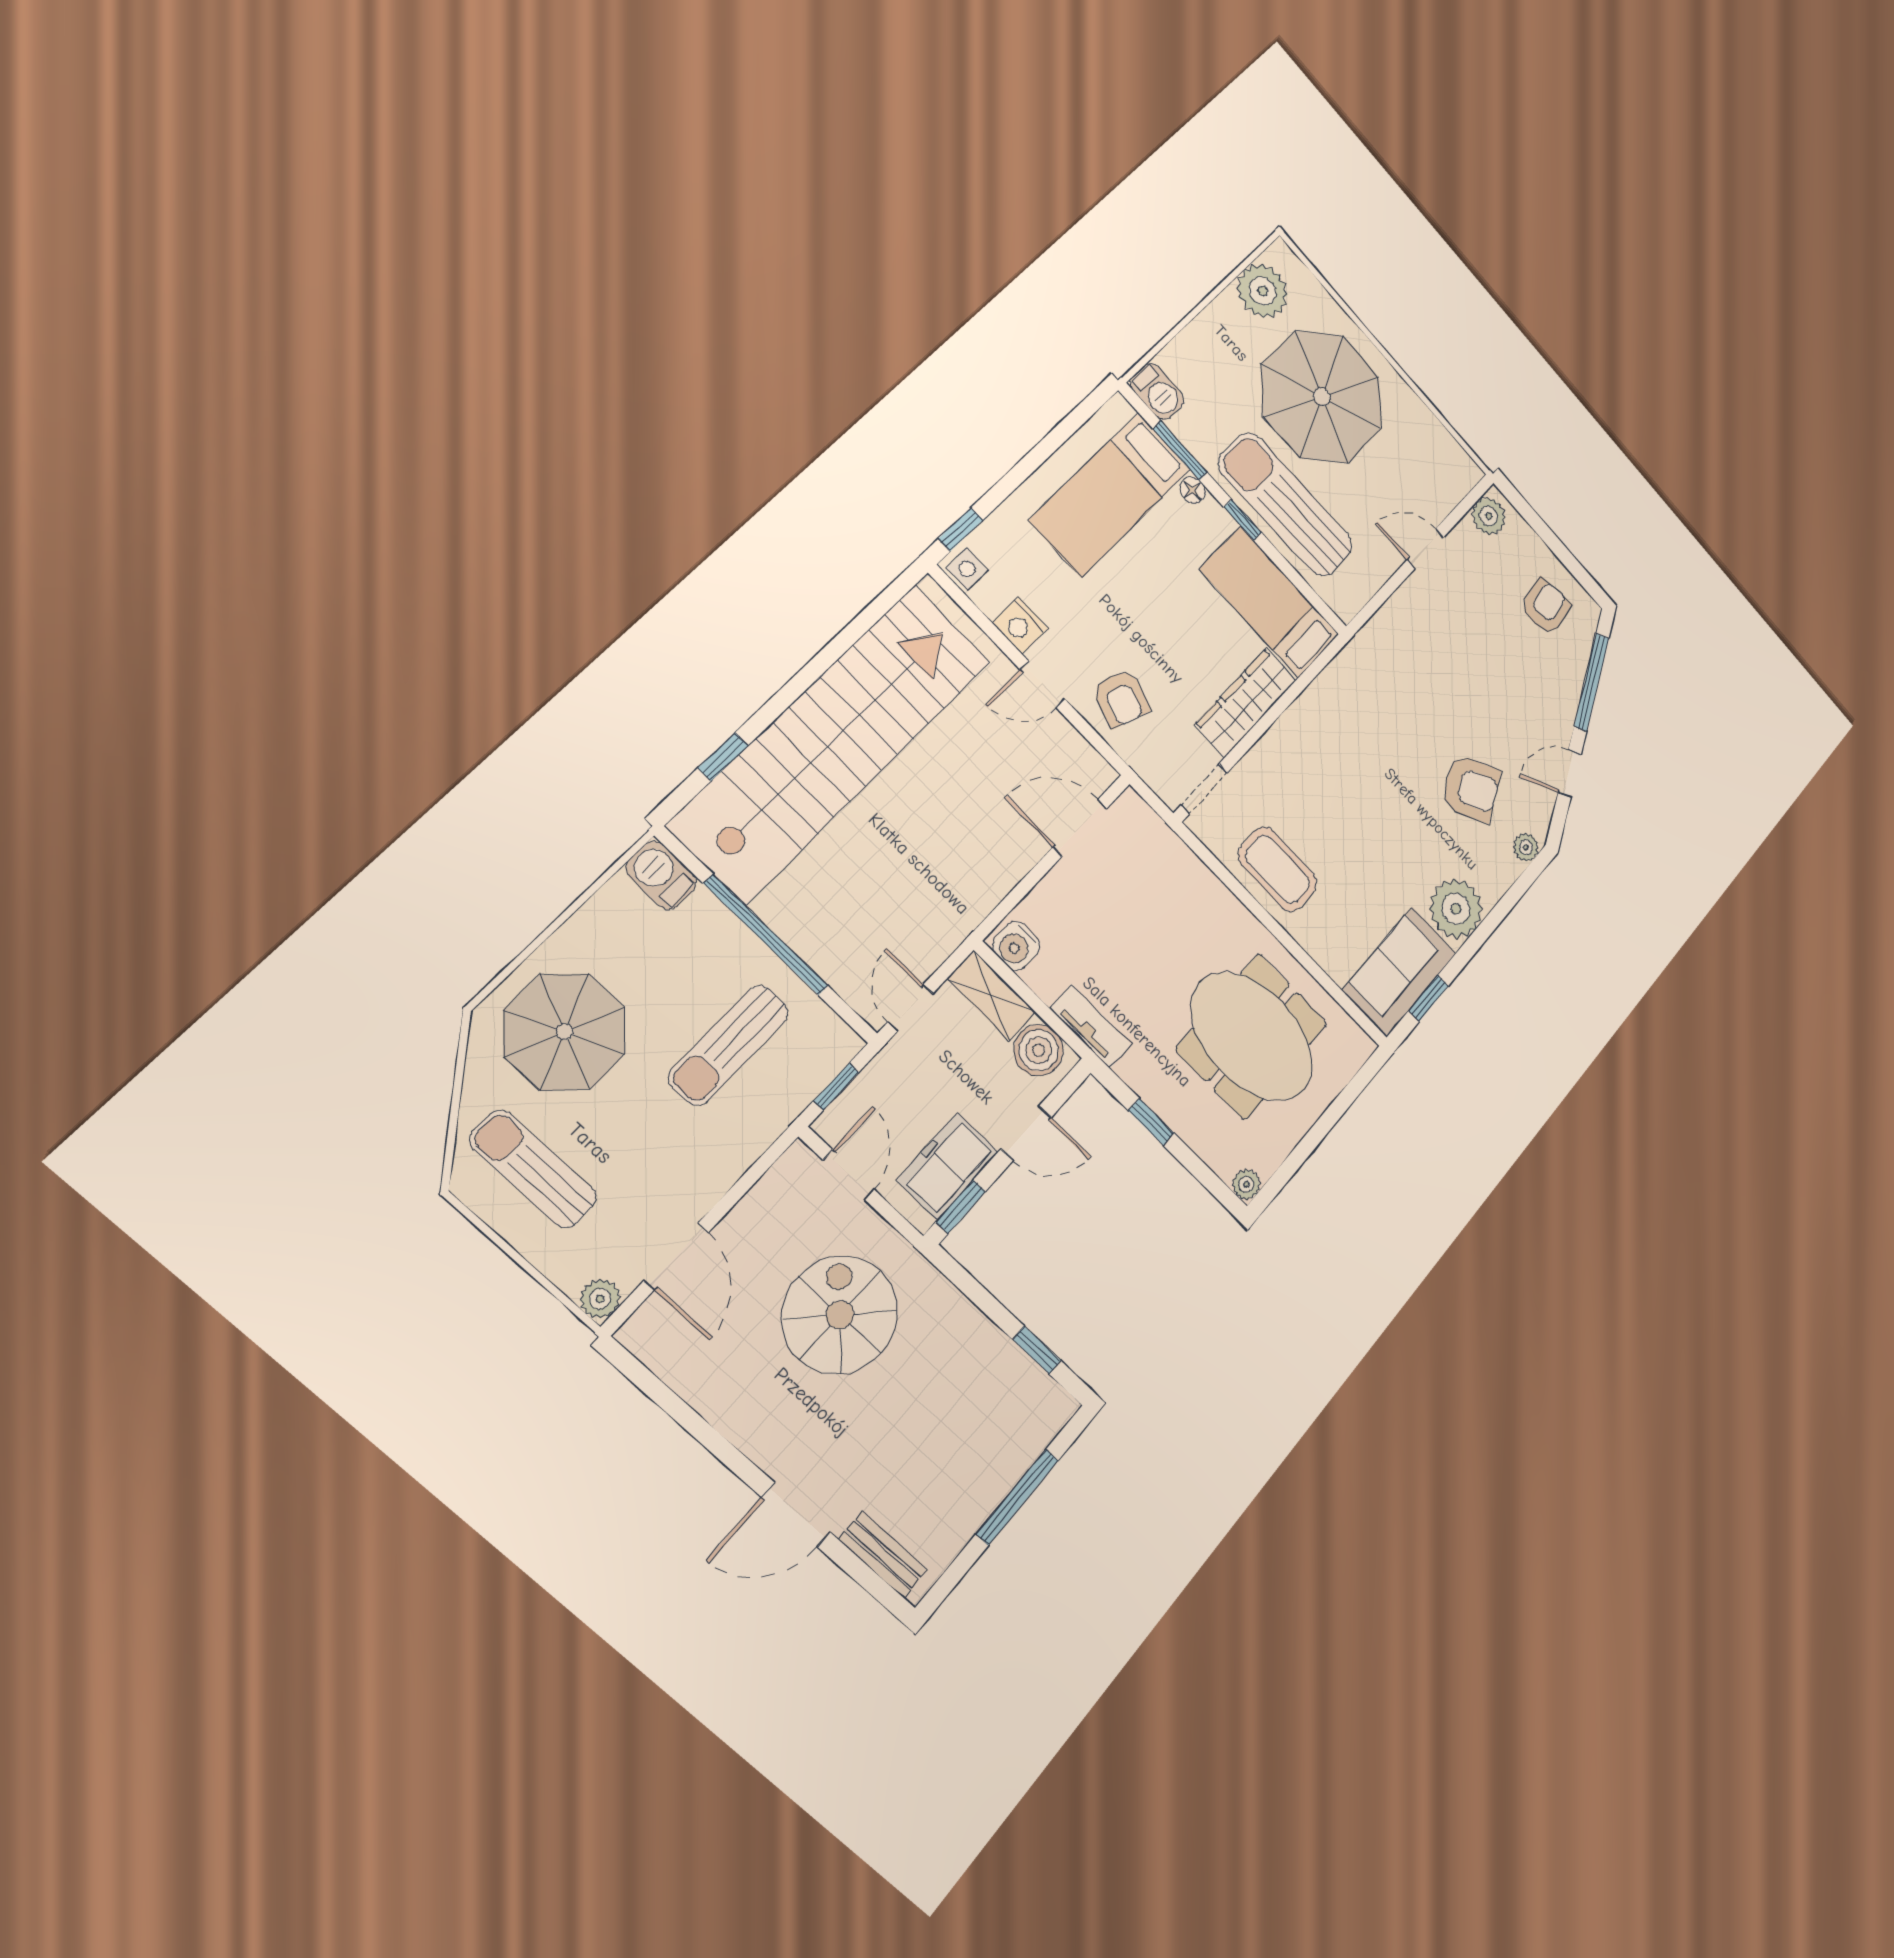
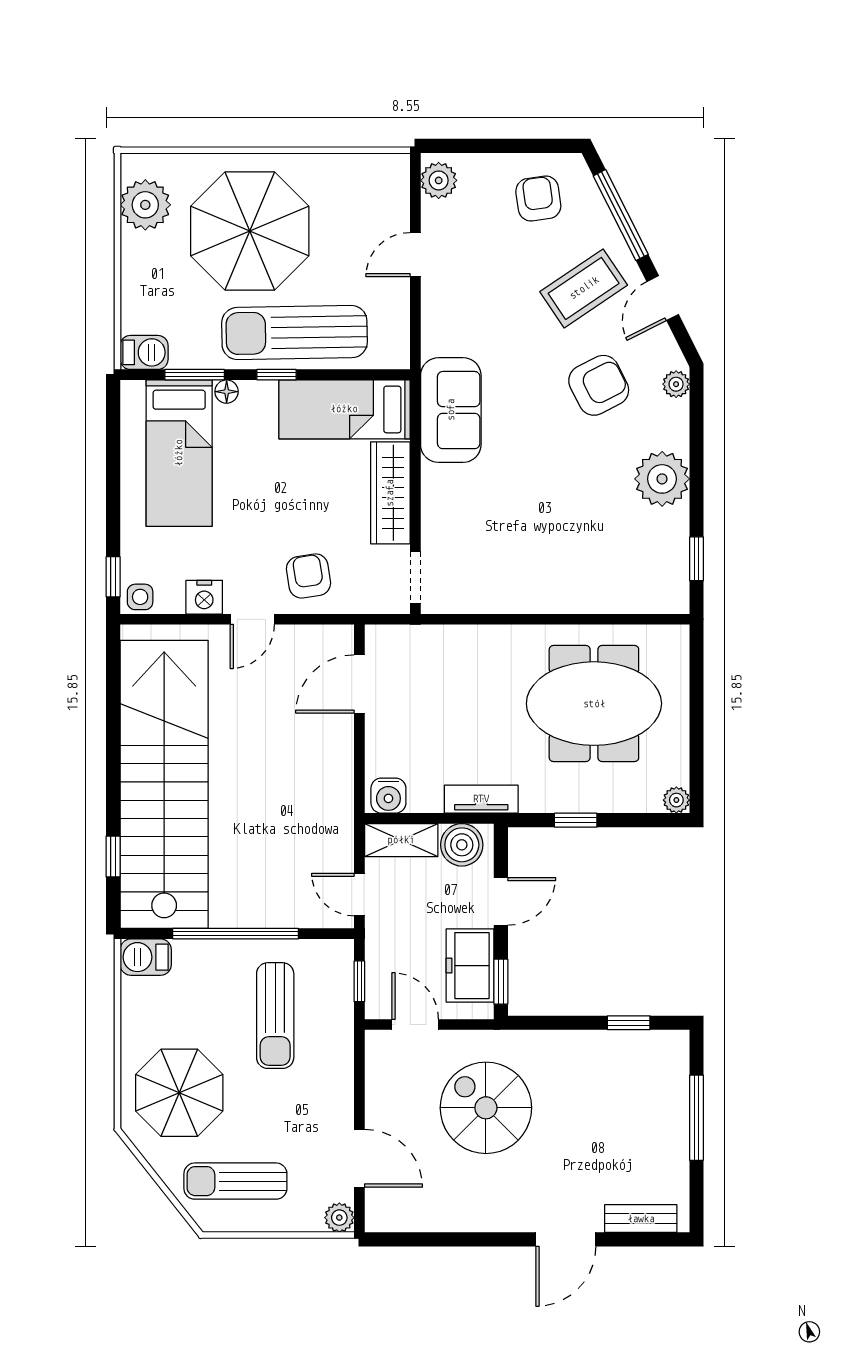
armchair: (1121, 698) -> (308, 576), turned -118
coffee table: (1278, 869) -> (584, 288), moved, turned -34
sofa: (1399, 972) -> (451, 410), moved, turned 180

